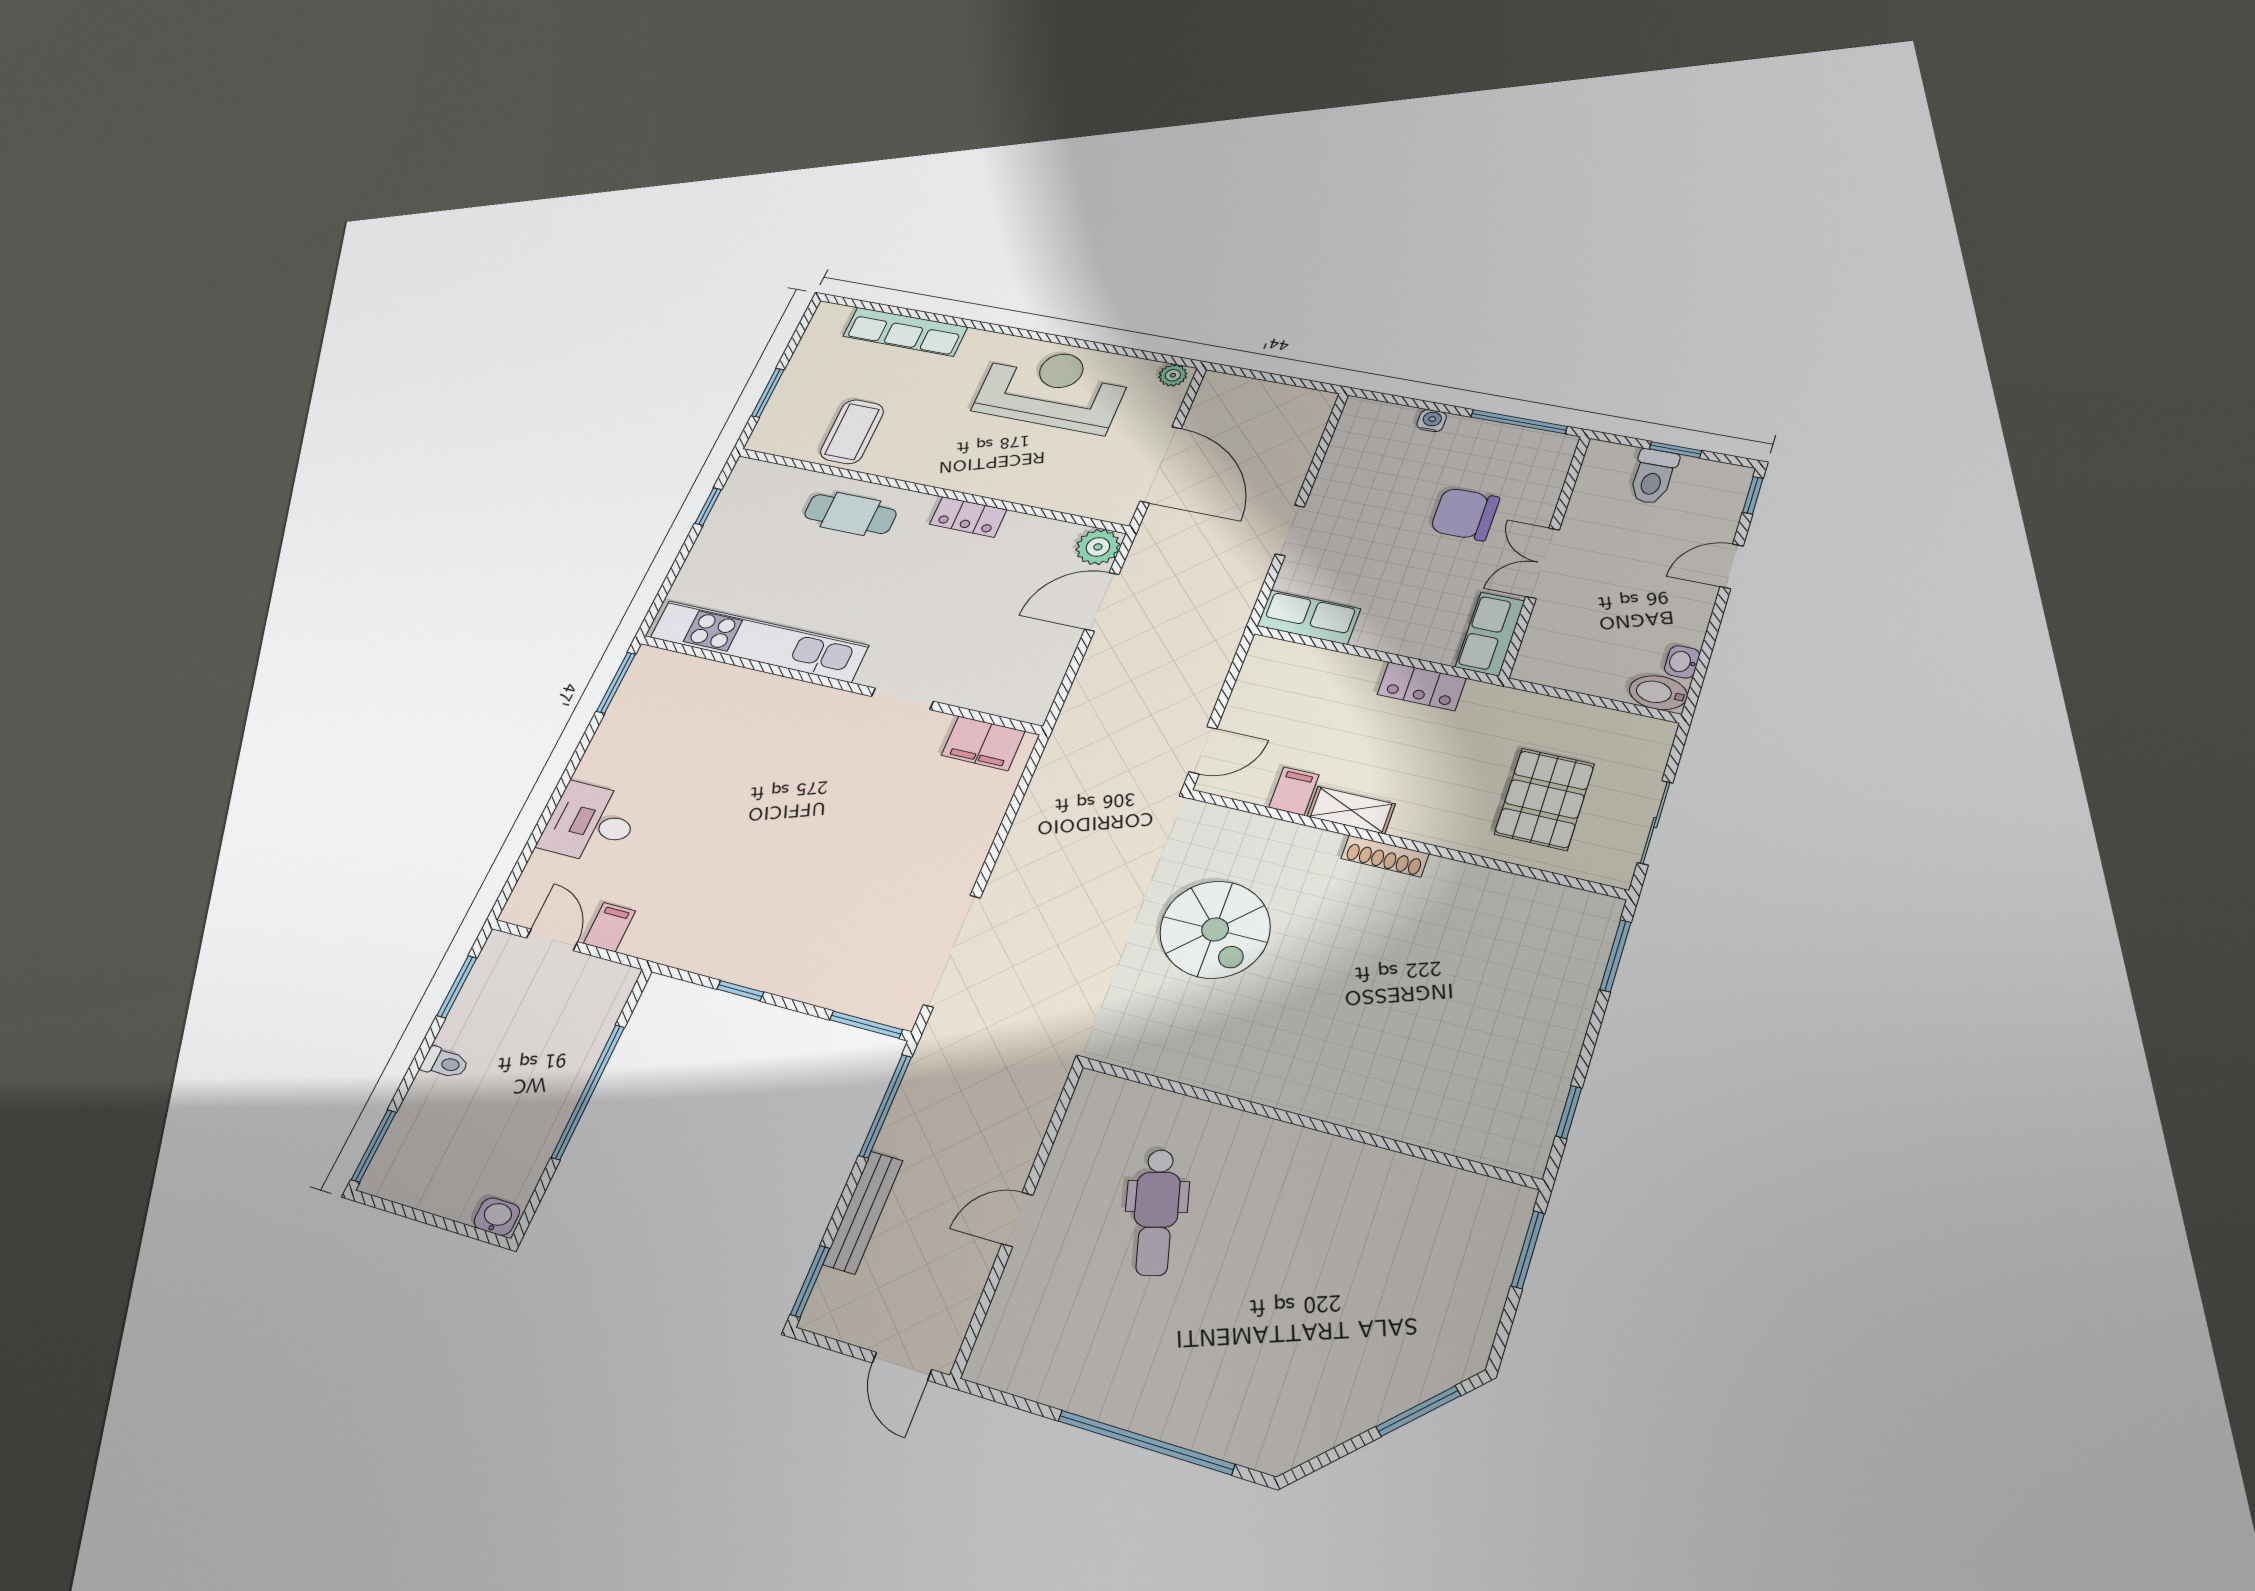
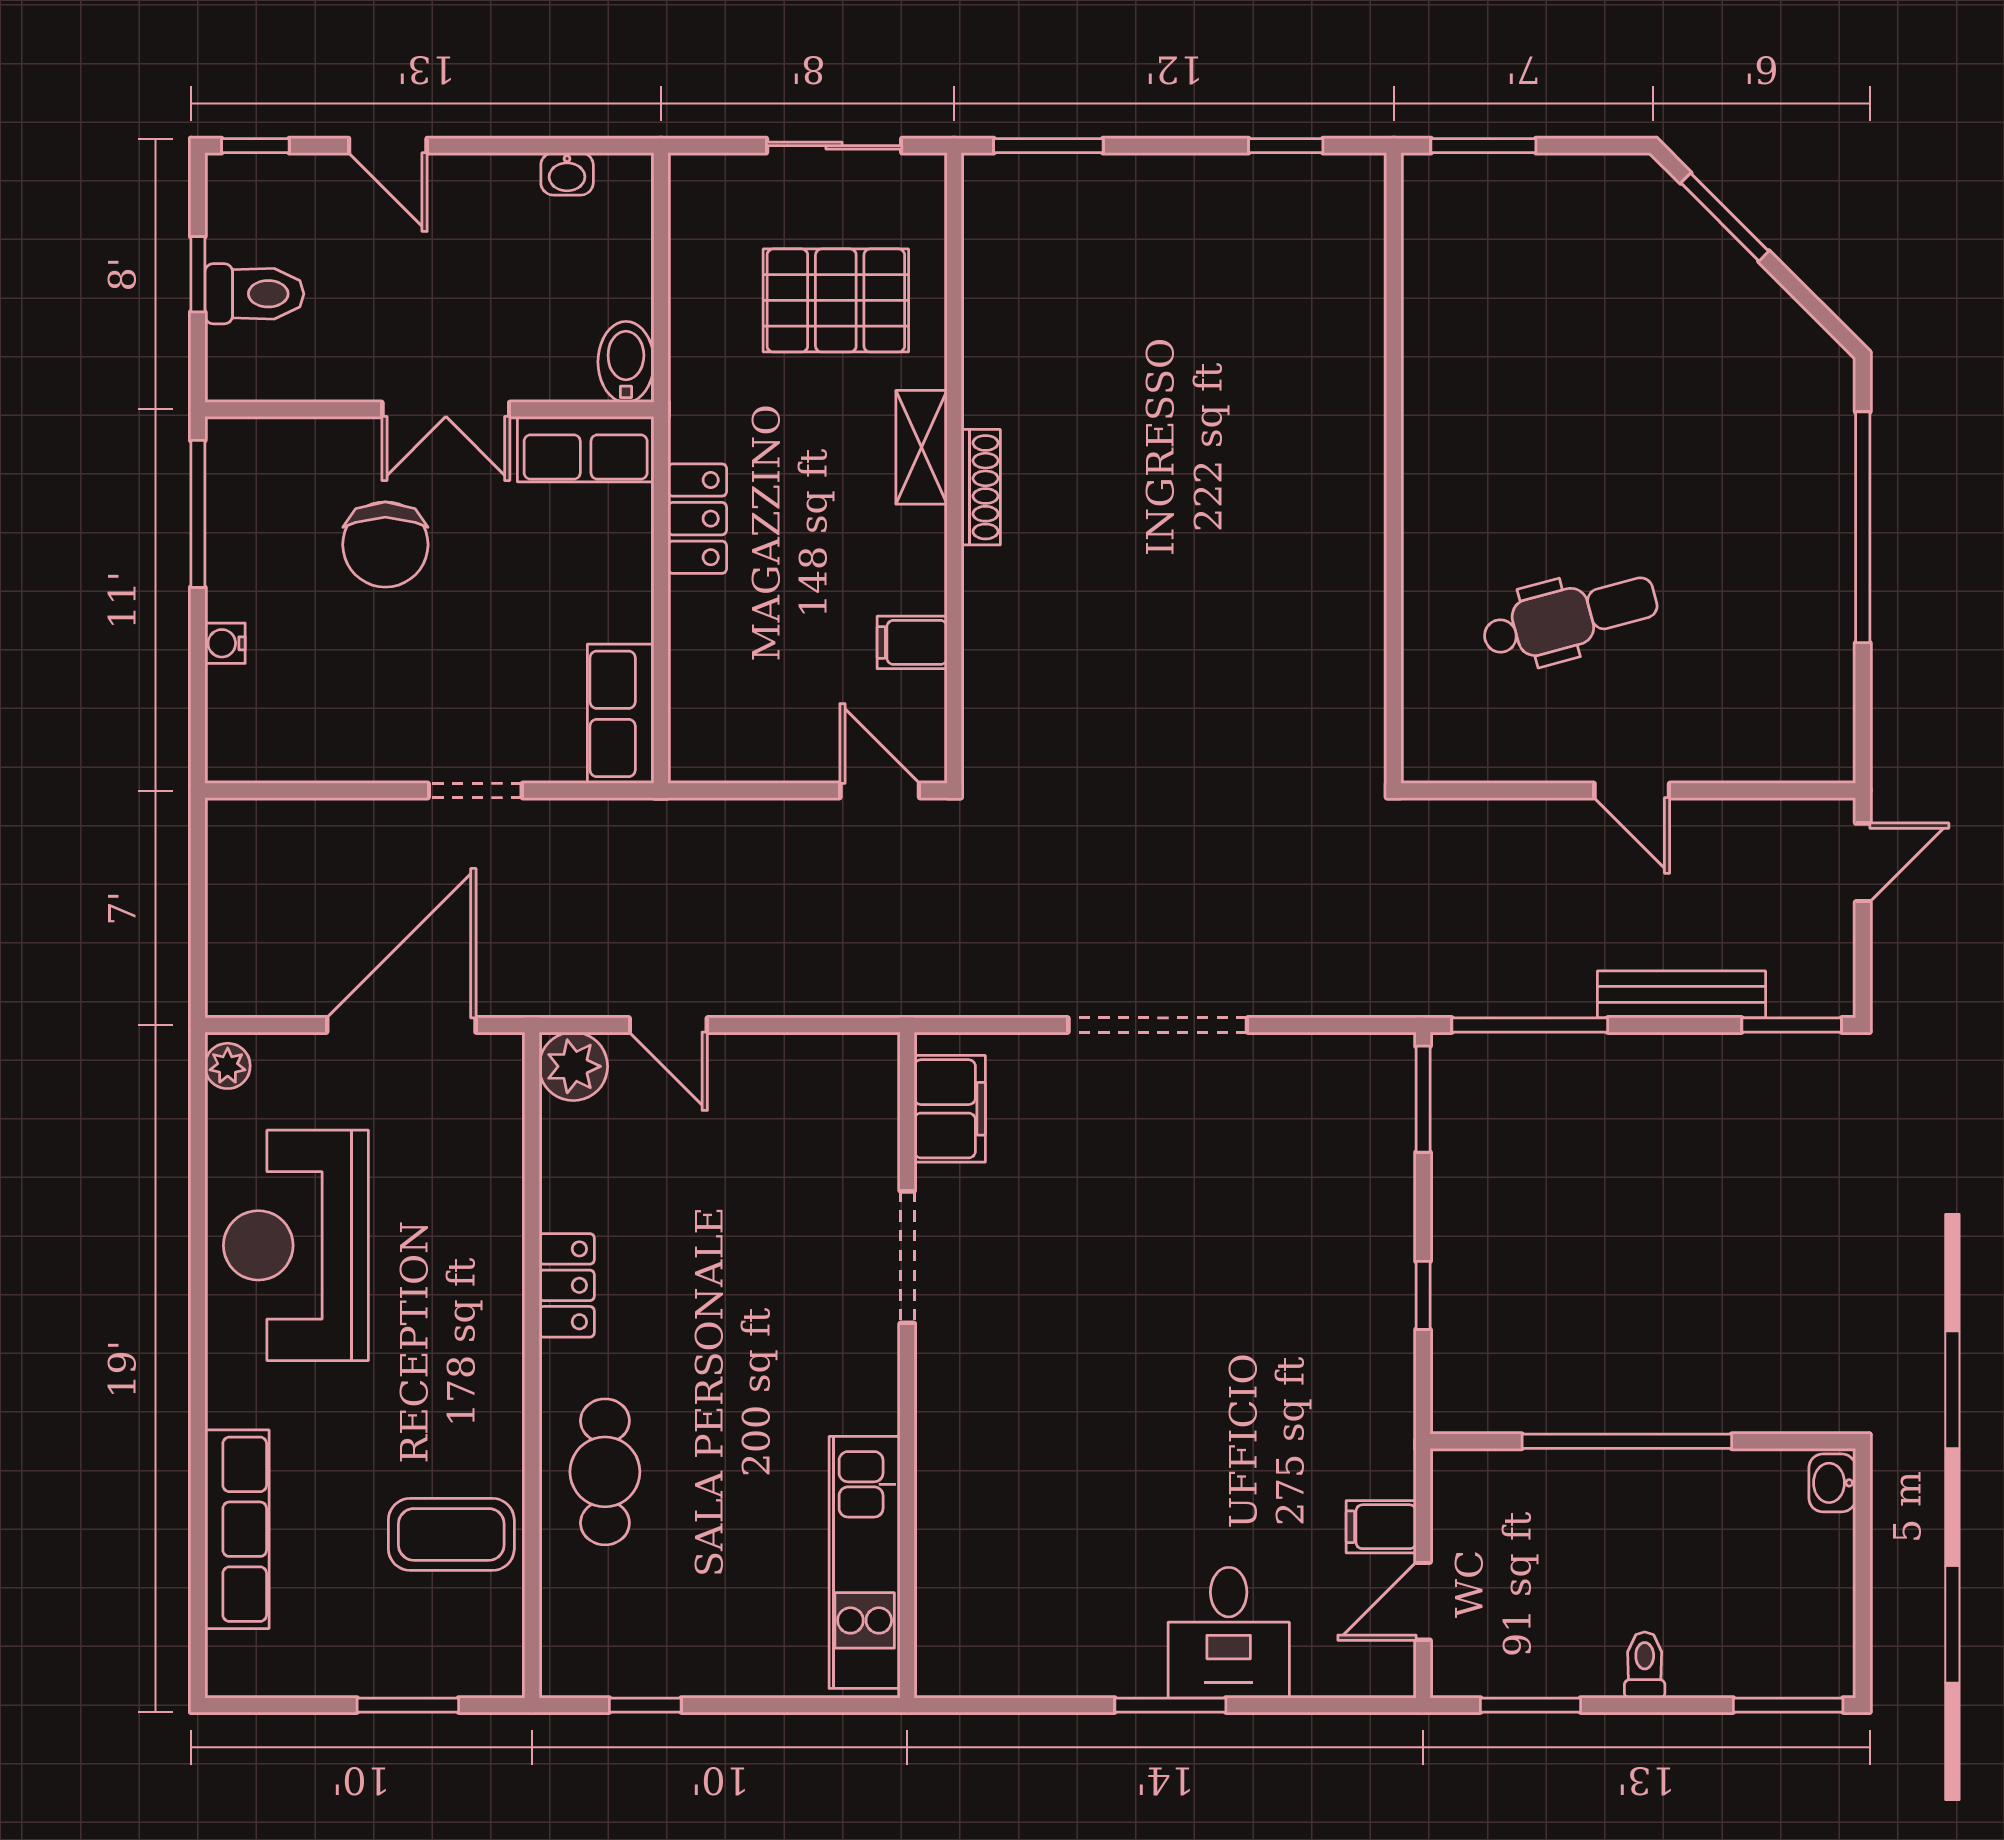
door: (1102, 602) -> (668, 1025), width x0.73
kitchen unit: (759, 641) -> (865, 1562), width x0.73
window: (616, 683) -> (1170, 1705), moved
bidet: (1658, 693) -> (626, 362), moved, turned 180
doorway: (902, 699) -> (907, 1257), width x1.38
shelving: (1351, 810) -> (921, 447), moved
spiral stairs: (1215, 929) -> (1153, 679), removed
doorway: (952, 951) -> (1158, 1025), moved

